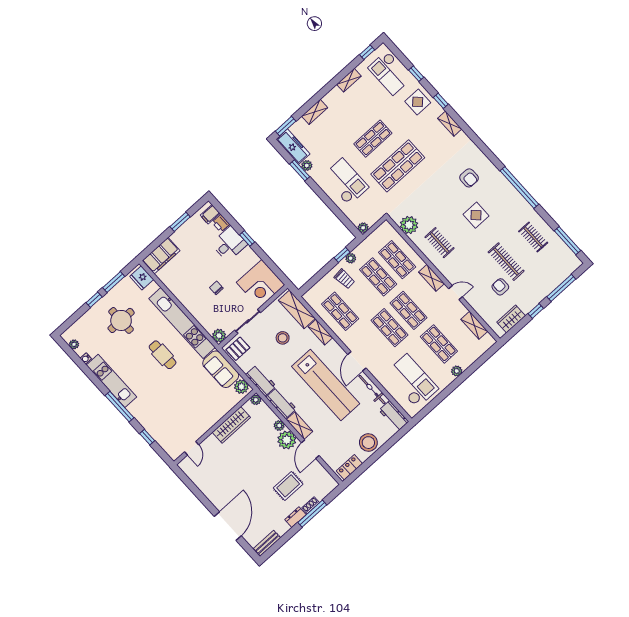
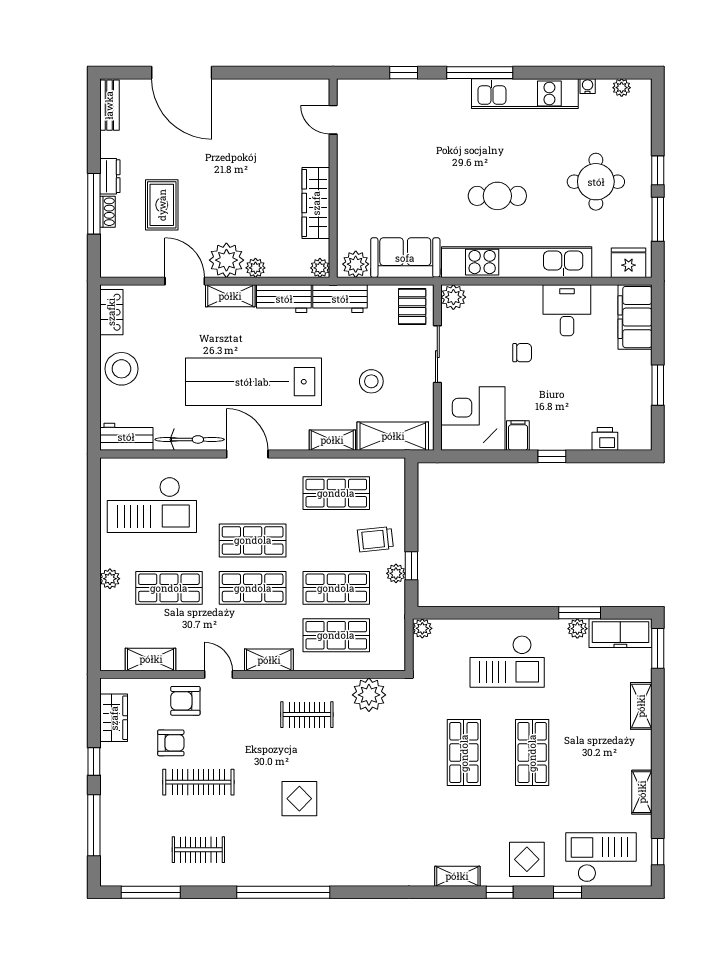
shop shelf: (398, 166) -> (464, 753), width x0.70, depth x0.74
armchair: (469, 178) -> (185, 701), moved
filing cabinet: (210, 214) -> (518, 435), moved
desk: (229, 244) -> (567, 310), moved, turned 180
door: (456, 293) -> (218, 674), swing flipped

